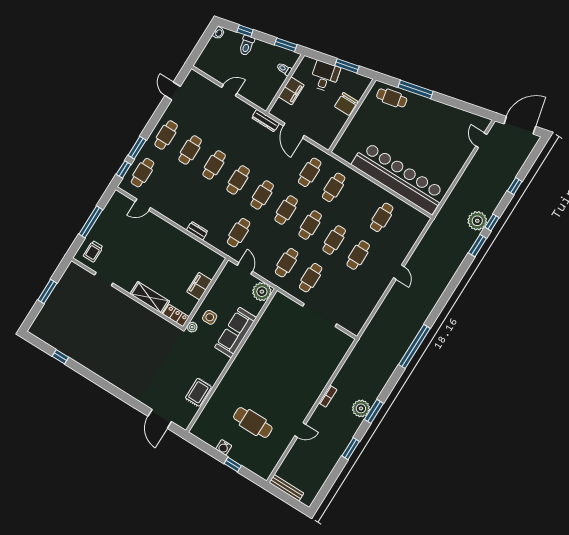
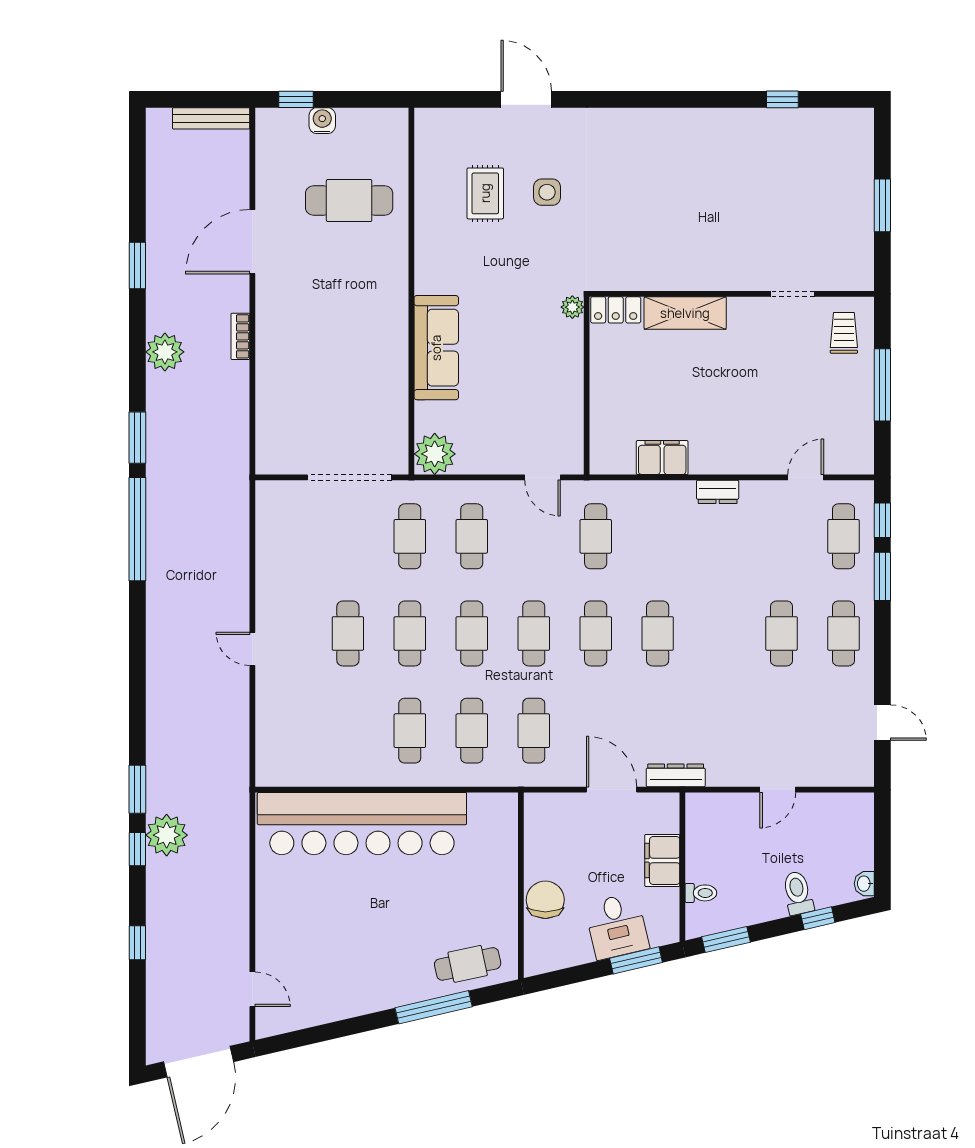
window: (347, 66) -> (636, 960), moved
cafe table: (214, 165) -> (720, 633), removed
cafe table: (382, 217) -> (410, 731), moved
dresser: (197, 231) -> (718, 492), moved
filing cabinet: (199, 286) -> (662, 457), moved, turned -90
plant: (262, 292) -> (435, 454), moved
side table: (210, 317) -> (547, 192), moved
sofa: (236, 332) -> (436, 348), moved
wall: (232, 360) -> (411, 291), moved
window: (374, 411) -> (137, 438), moved
door: (300, 430) -> (252, 242), width x1.88
water cooler: (224, 447) -> (322, 121), moved
window: (233, 465) -> (296, 99), moved

